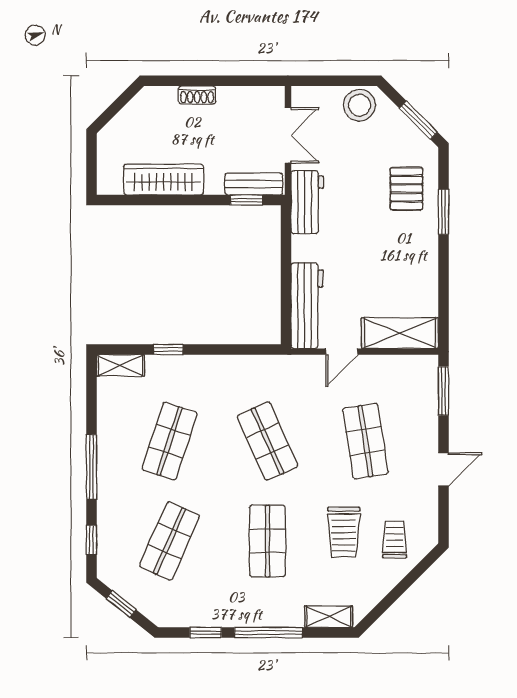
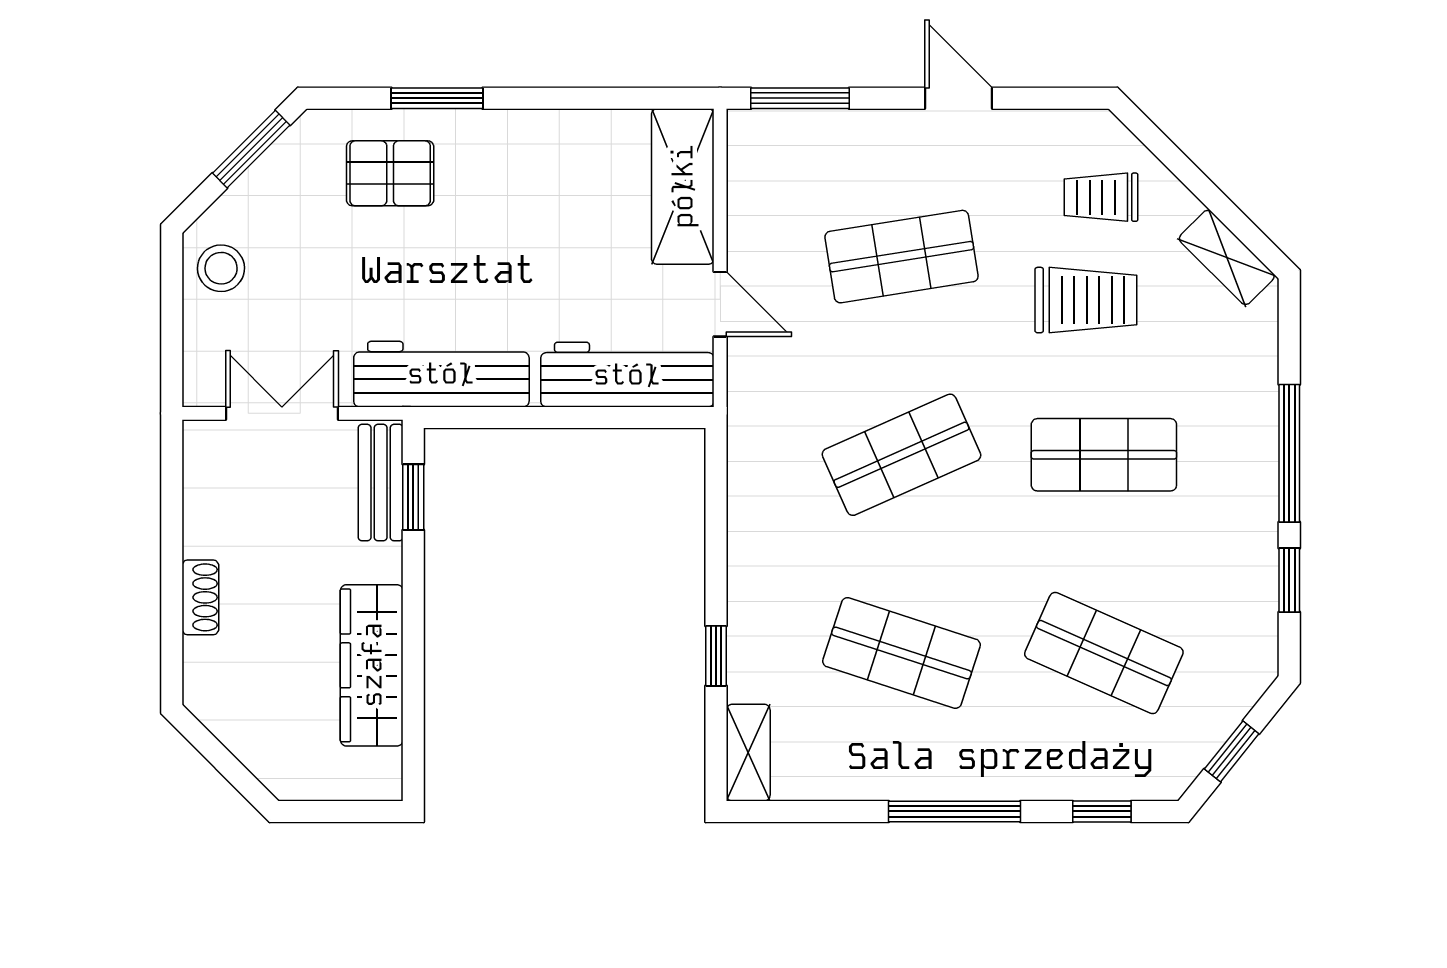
stool: (360, 105) -> (221, 268), width x0.73, depth x0.73
workbench: (307, 202) -> (441, 374), width x1.38
shelving: (329, 617) -> (1227, 257), moved, turned -45

